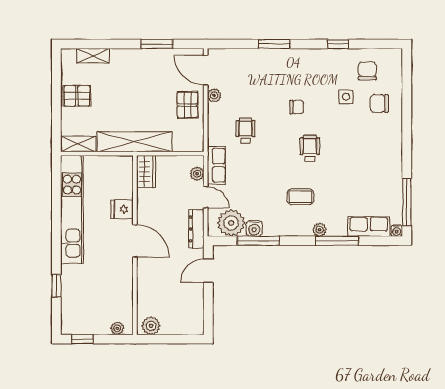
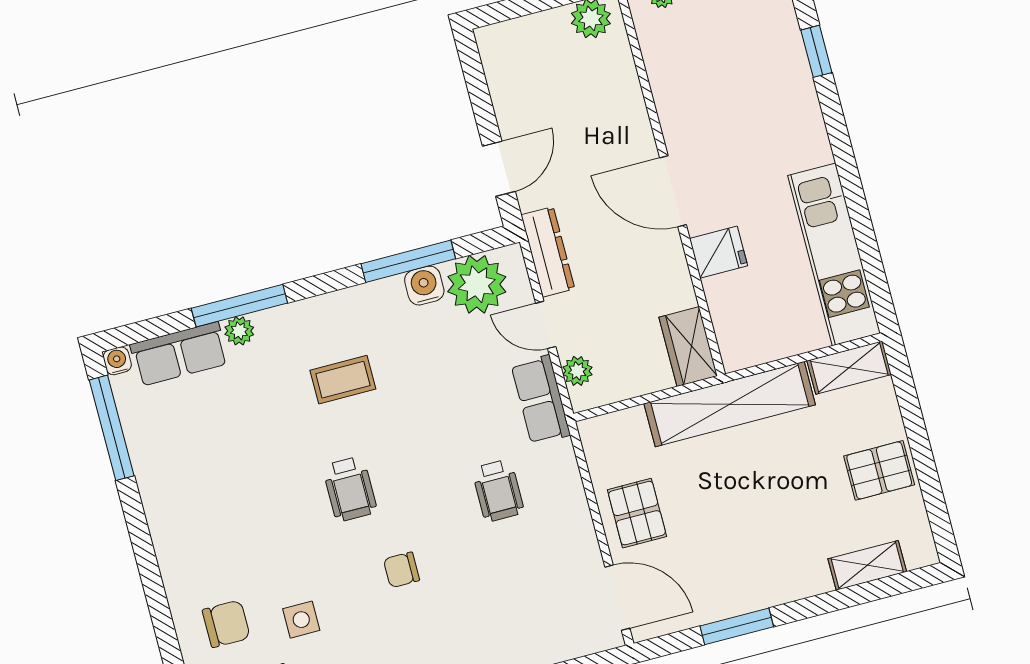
plant: (214, 95) -> (585, 548), removed
kitchen unit: (72, 210) -> (834, 254), width x0.73
plant: (319, 230) -> (239, 331), moved

